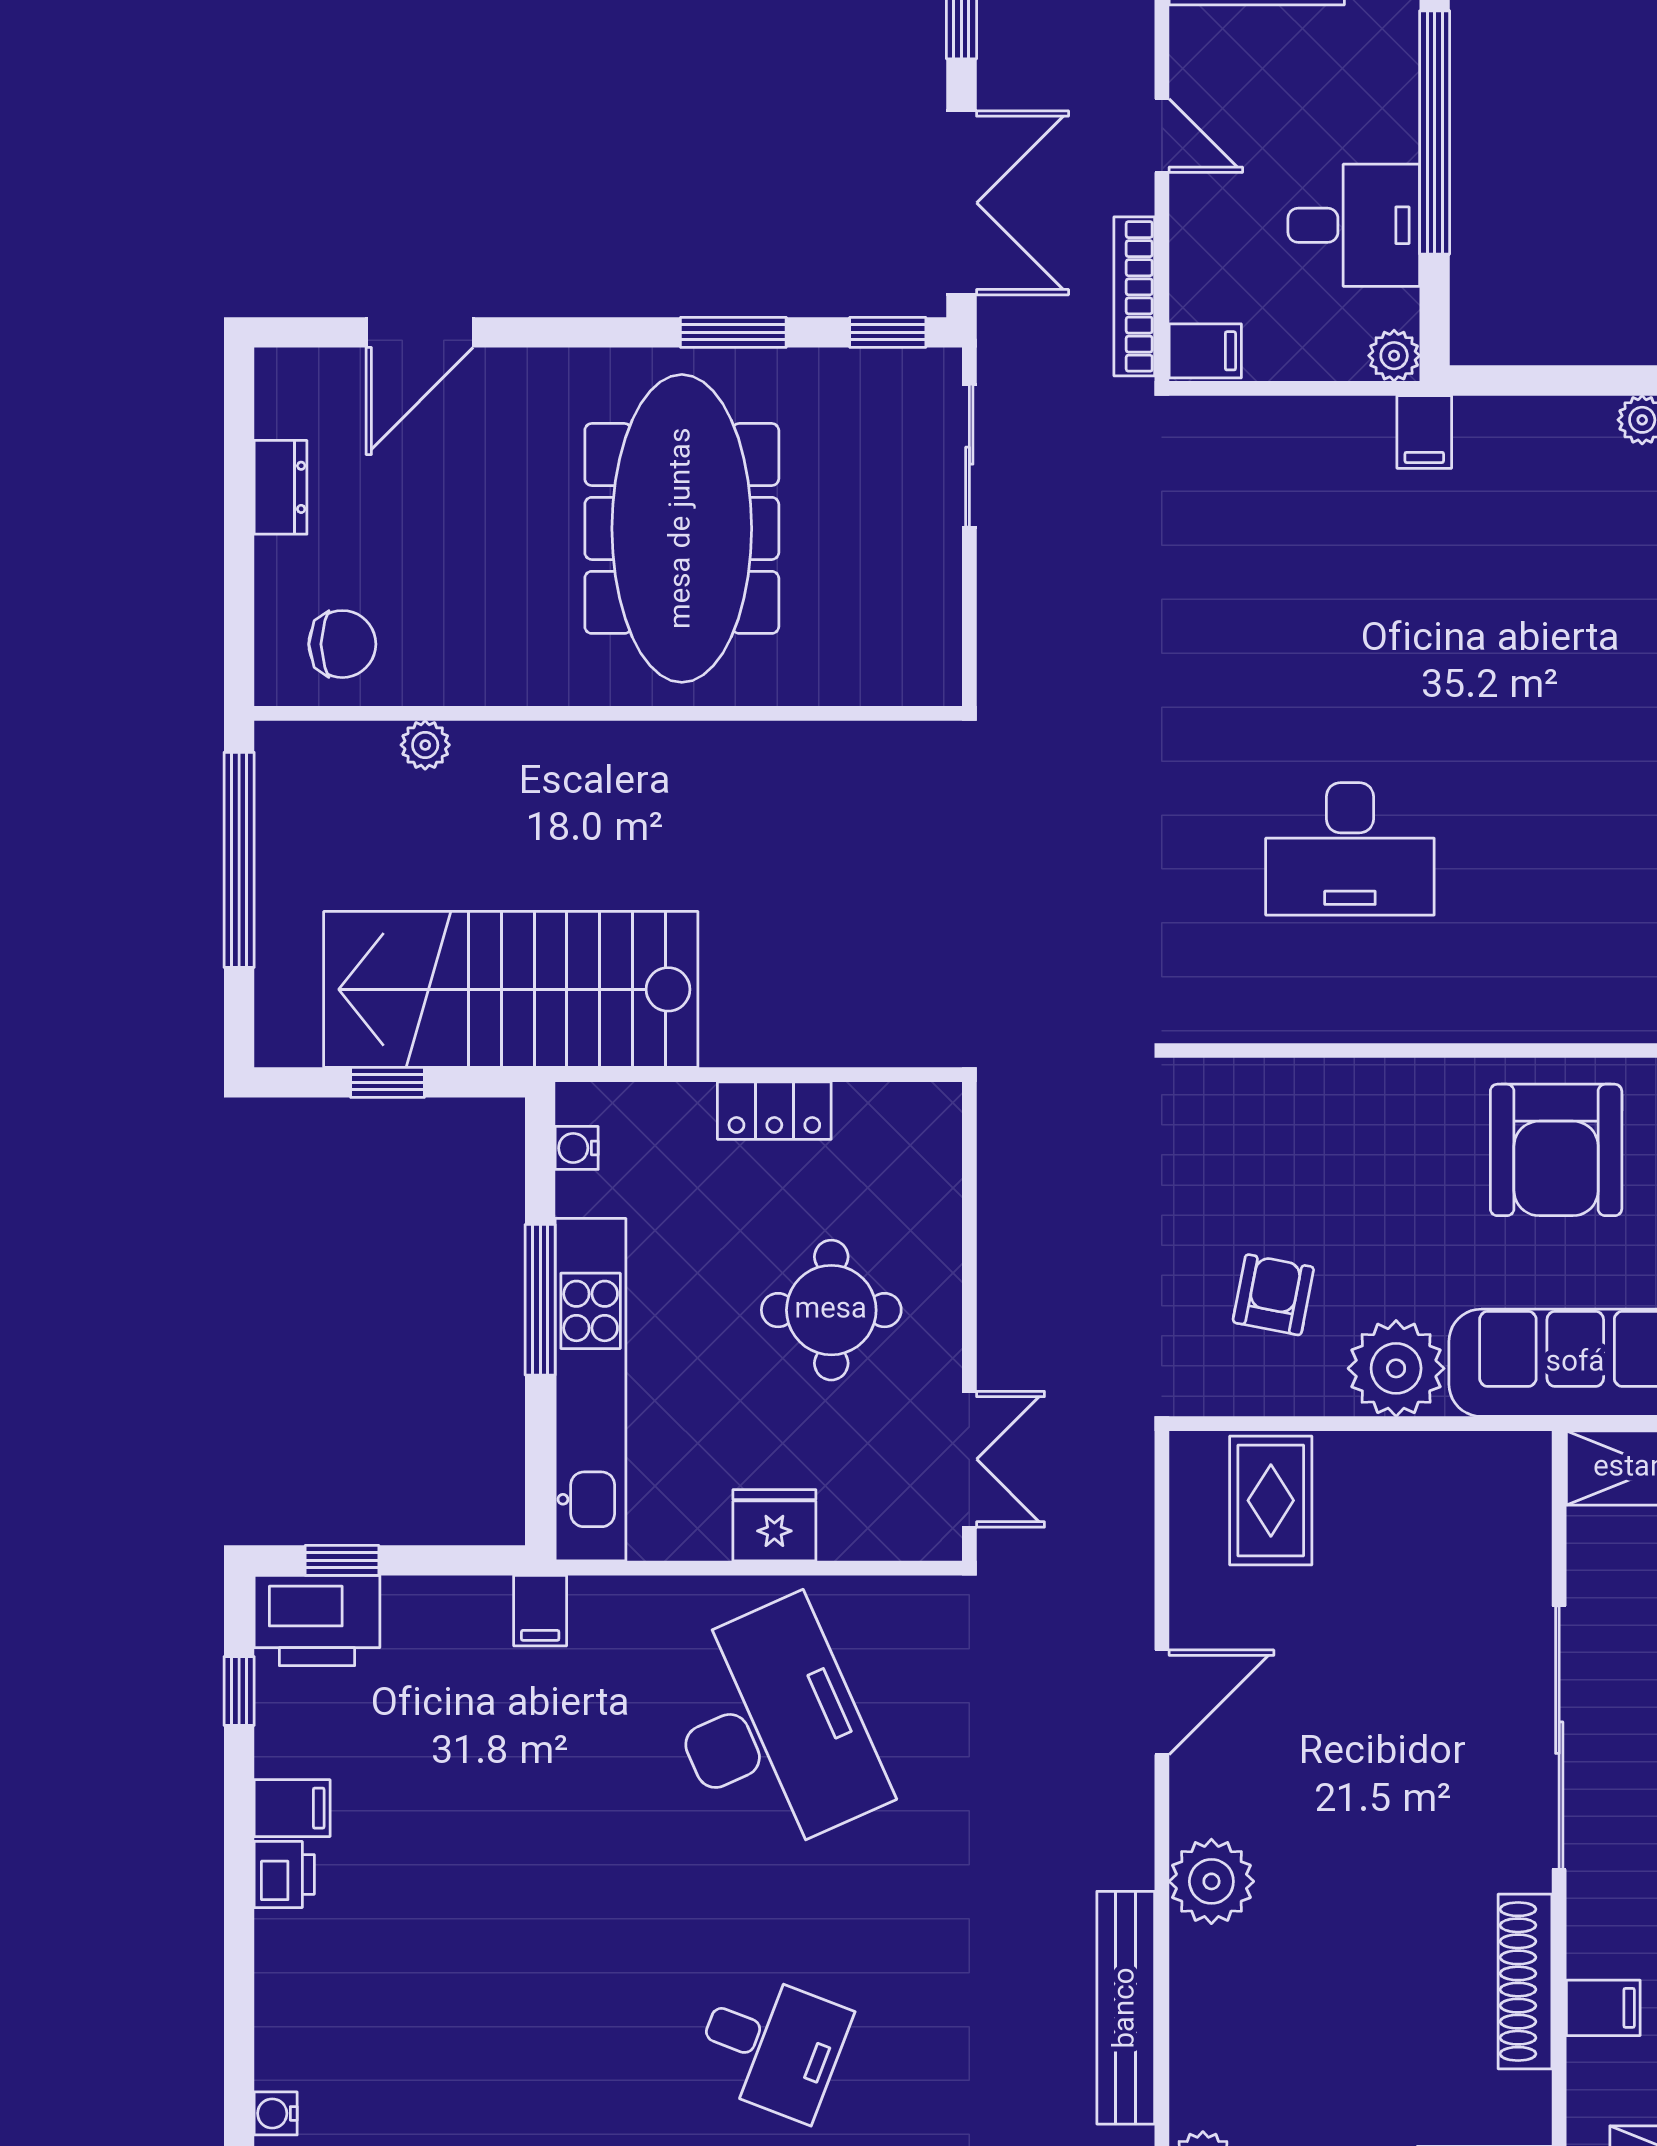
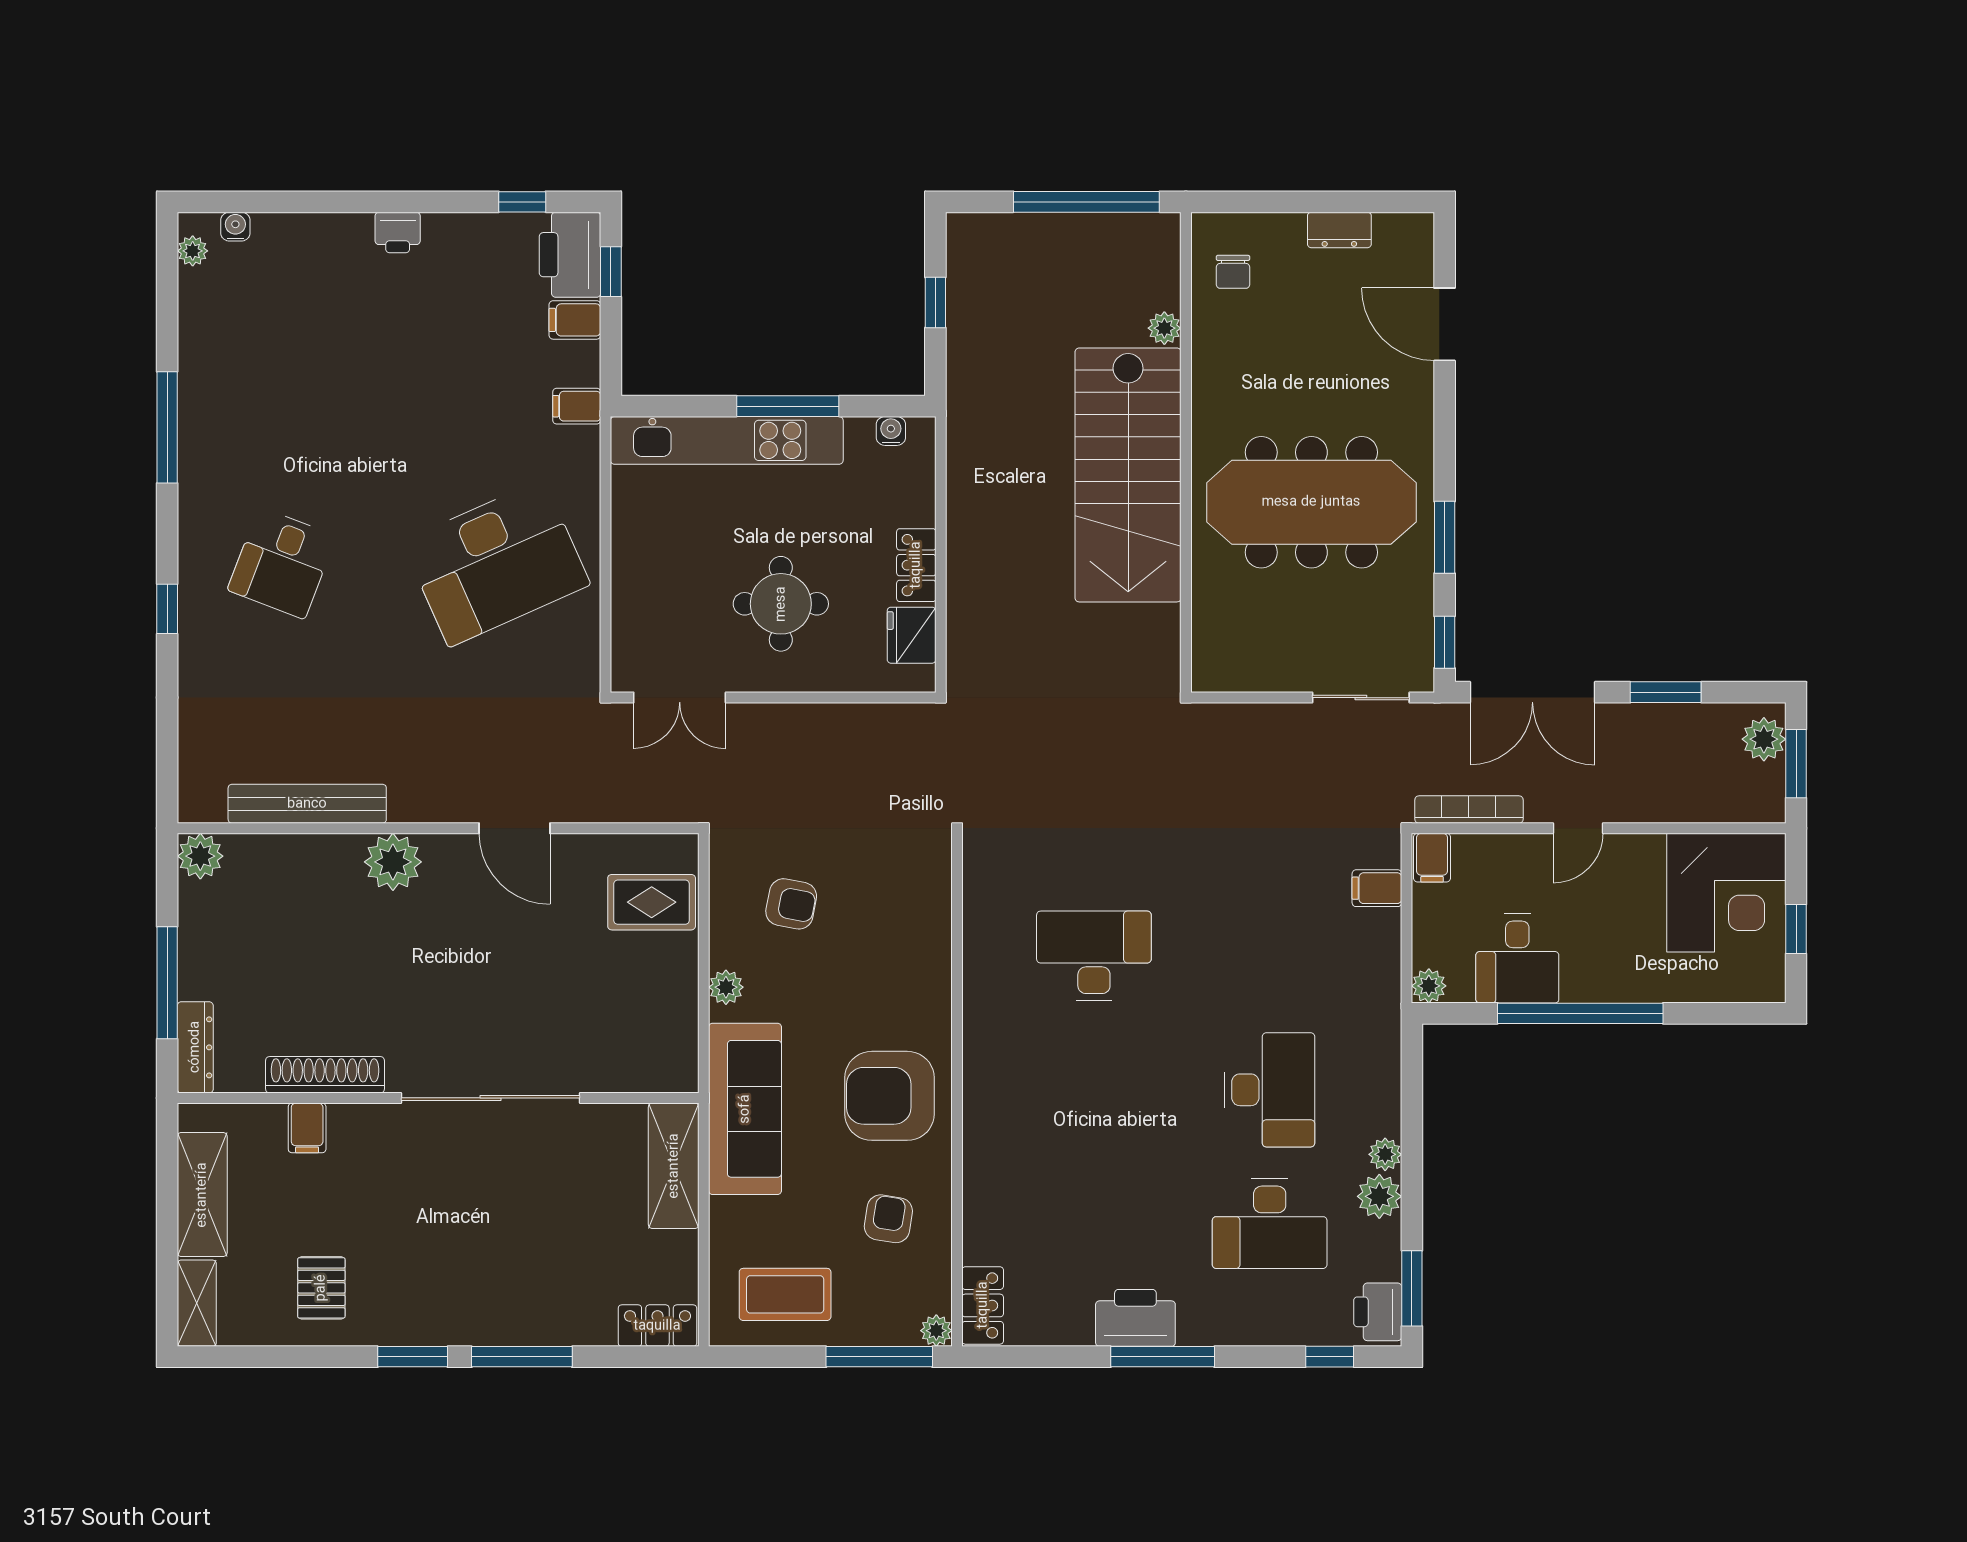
filing cabinet: (1424, 432) -> (1377, 888), moved
desk: (1547, 590) -> (1270, 1090), added
chair: (342, 644) -> (1233, 272), width x0.73, depth x0.73
desk: (1350, 849) -> (1094, 956), turned 90
stairs: (511, 989) -> (1128, 475), moved, turned 180
plant: (1396, 1368) -> (726, 987), width x0.53, depth x0.53
fridge: (774, 1525) -> (912, 635), moved, turned 180
filing cabinet: (292, 1808) -> (575, 320), moved, turned 90

